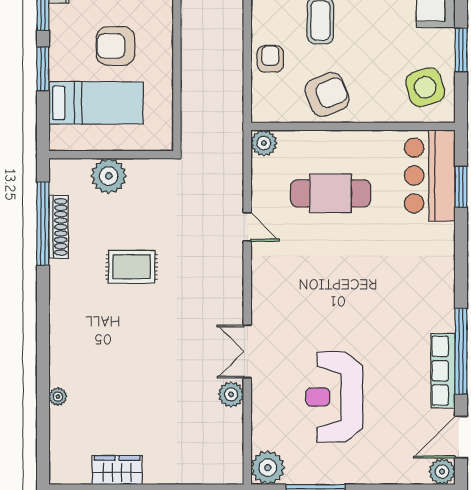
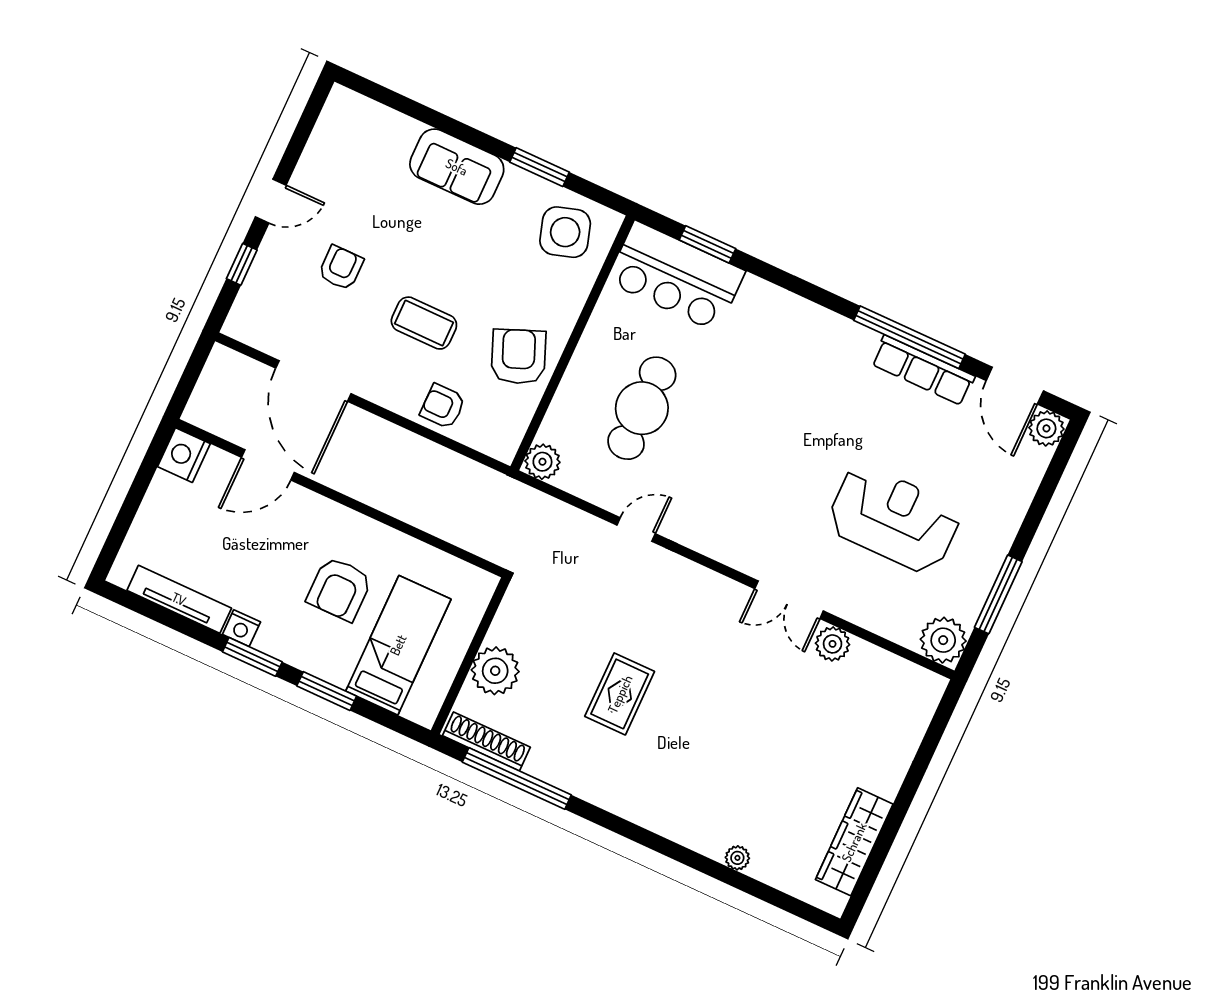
shoe rack: (58, 227) -> (486, 741), moved
reception desk: (334, 397) -> (894, 519), turned 180
wardrobe: (117, 470) -> (854, 842), width x1.50

